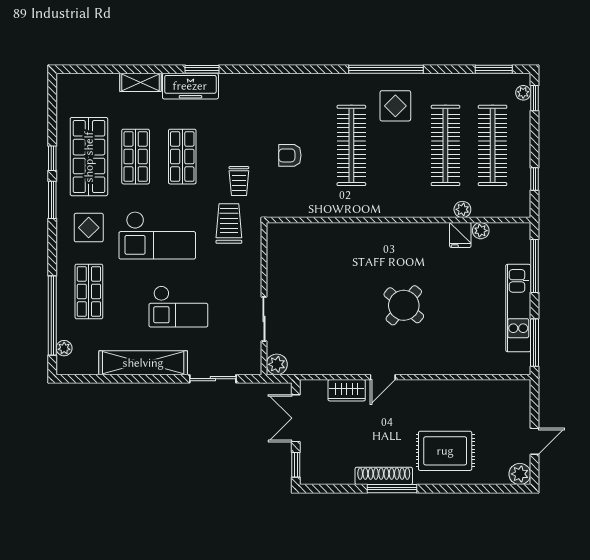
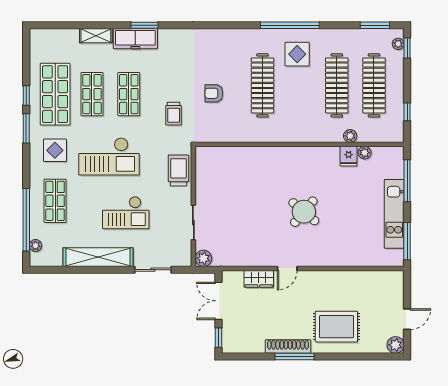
trolley: (229, 223) -> (178, 170), moved

